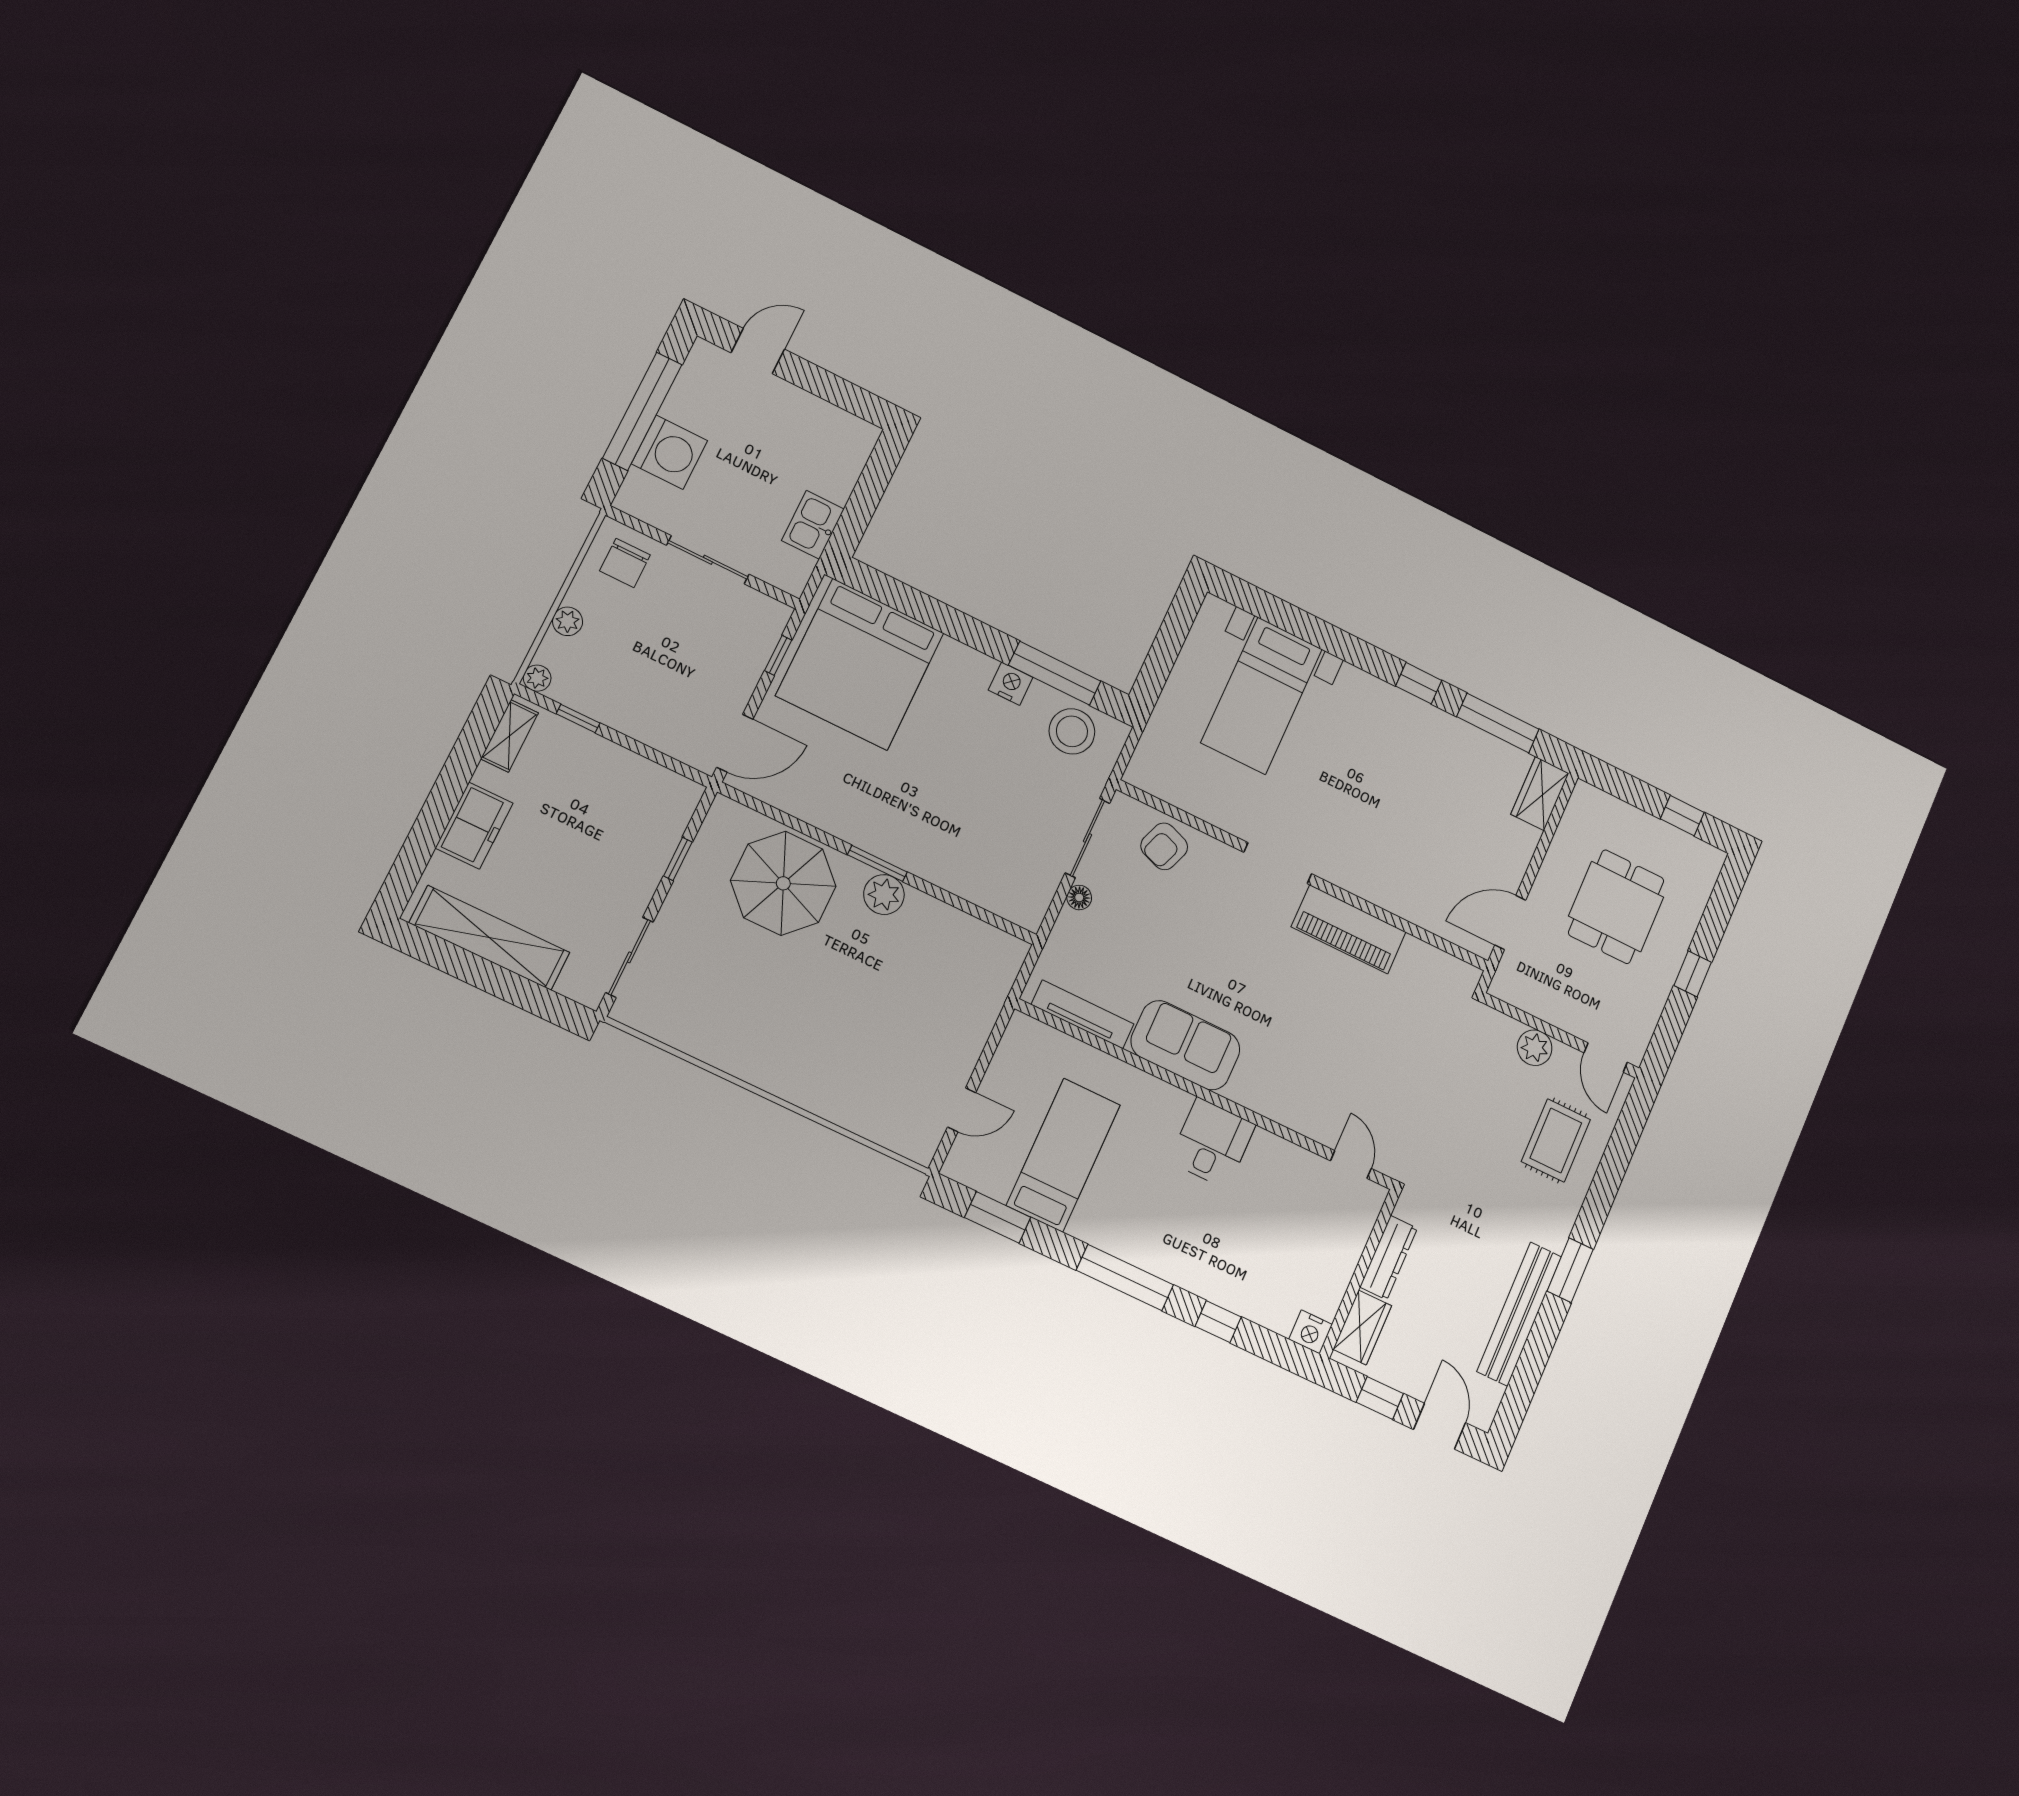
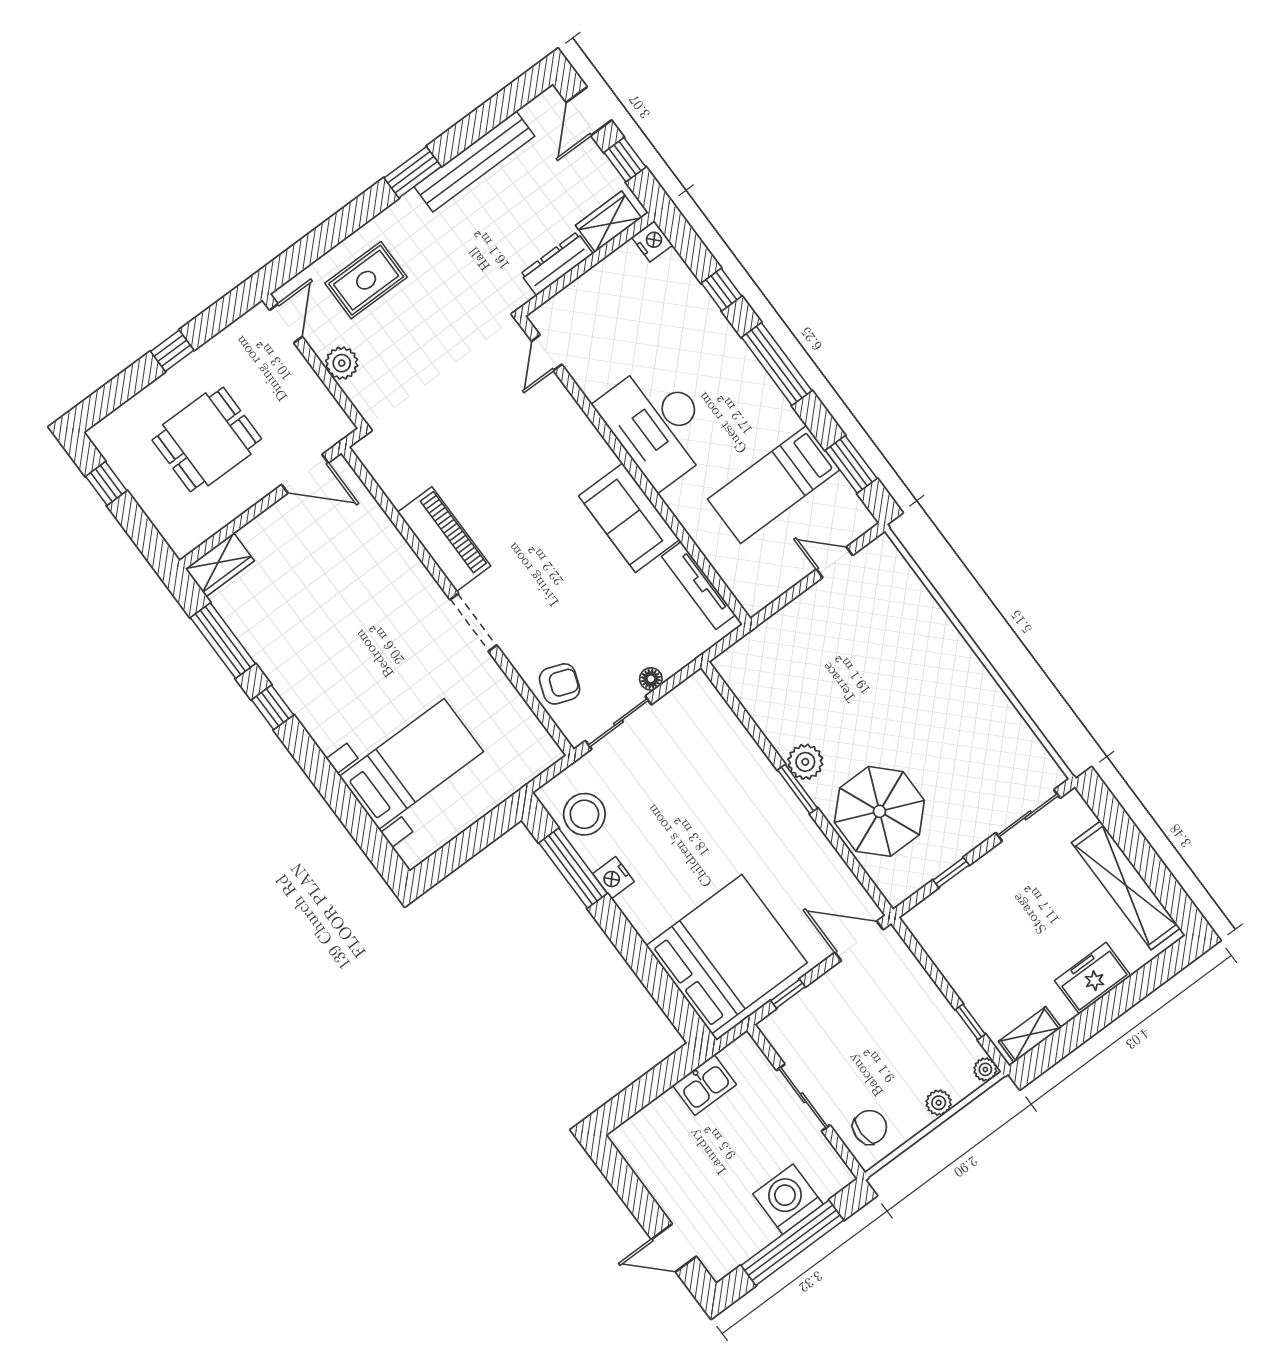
desk: (1212, 1143) -> (658, 424), width x1.87, depth x1.30

